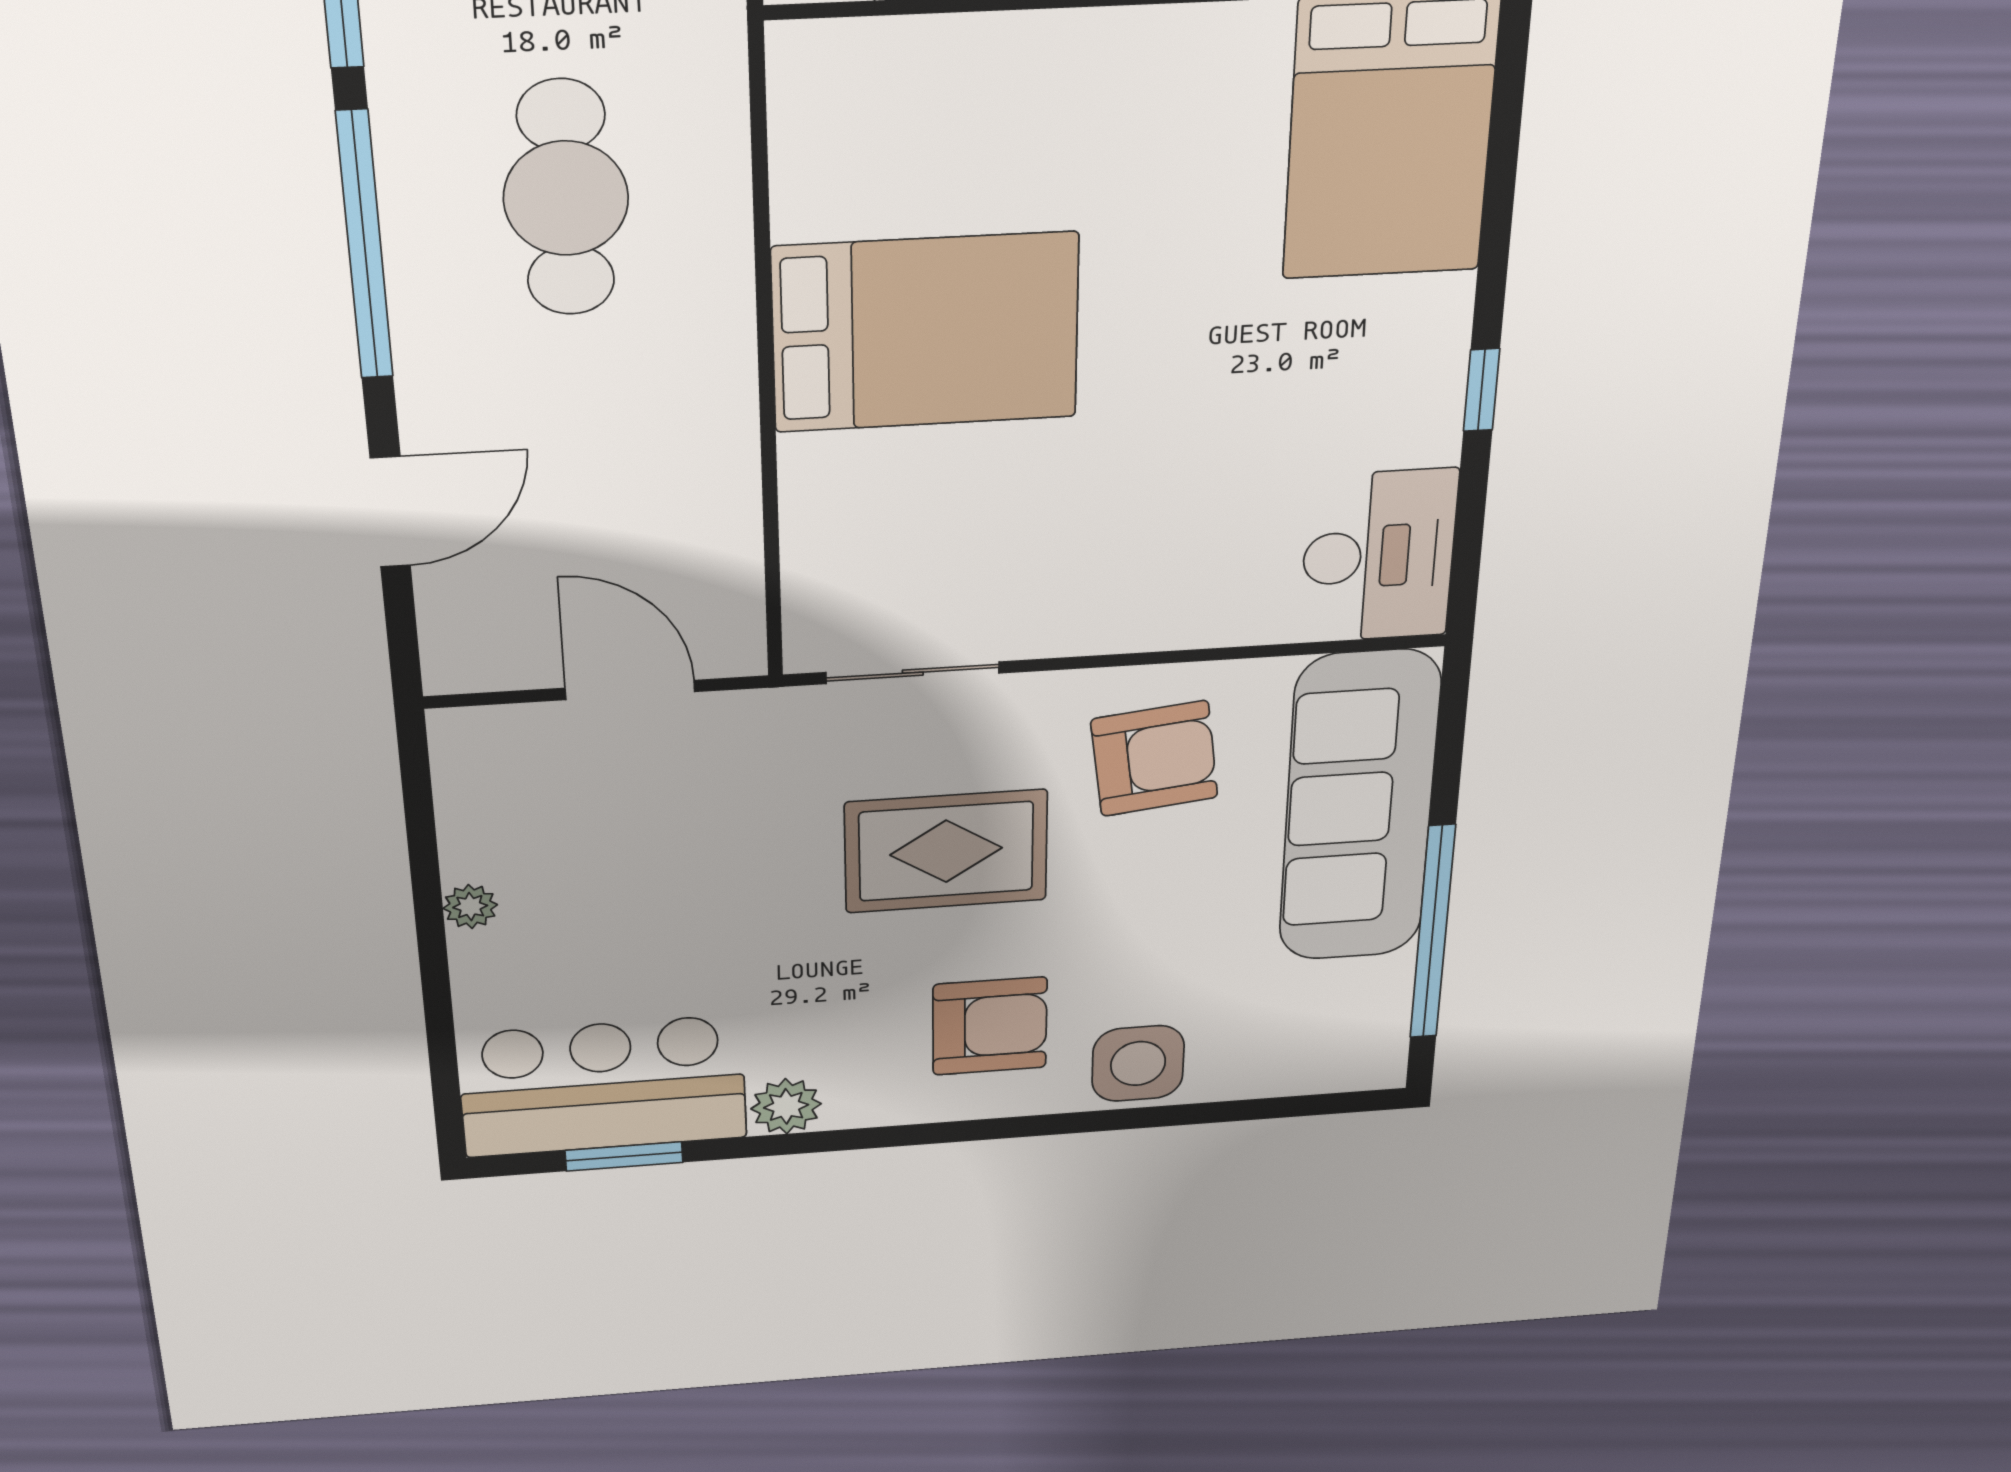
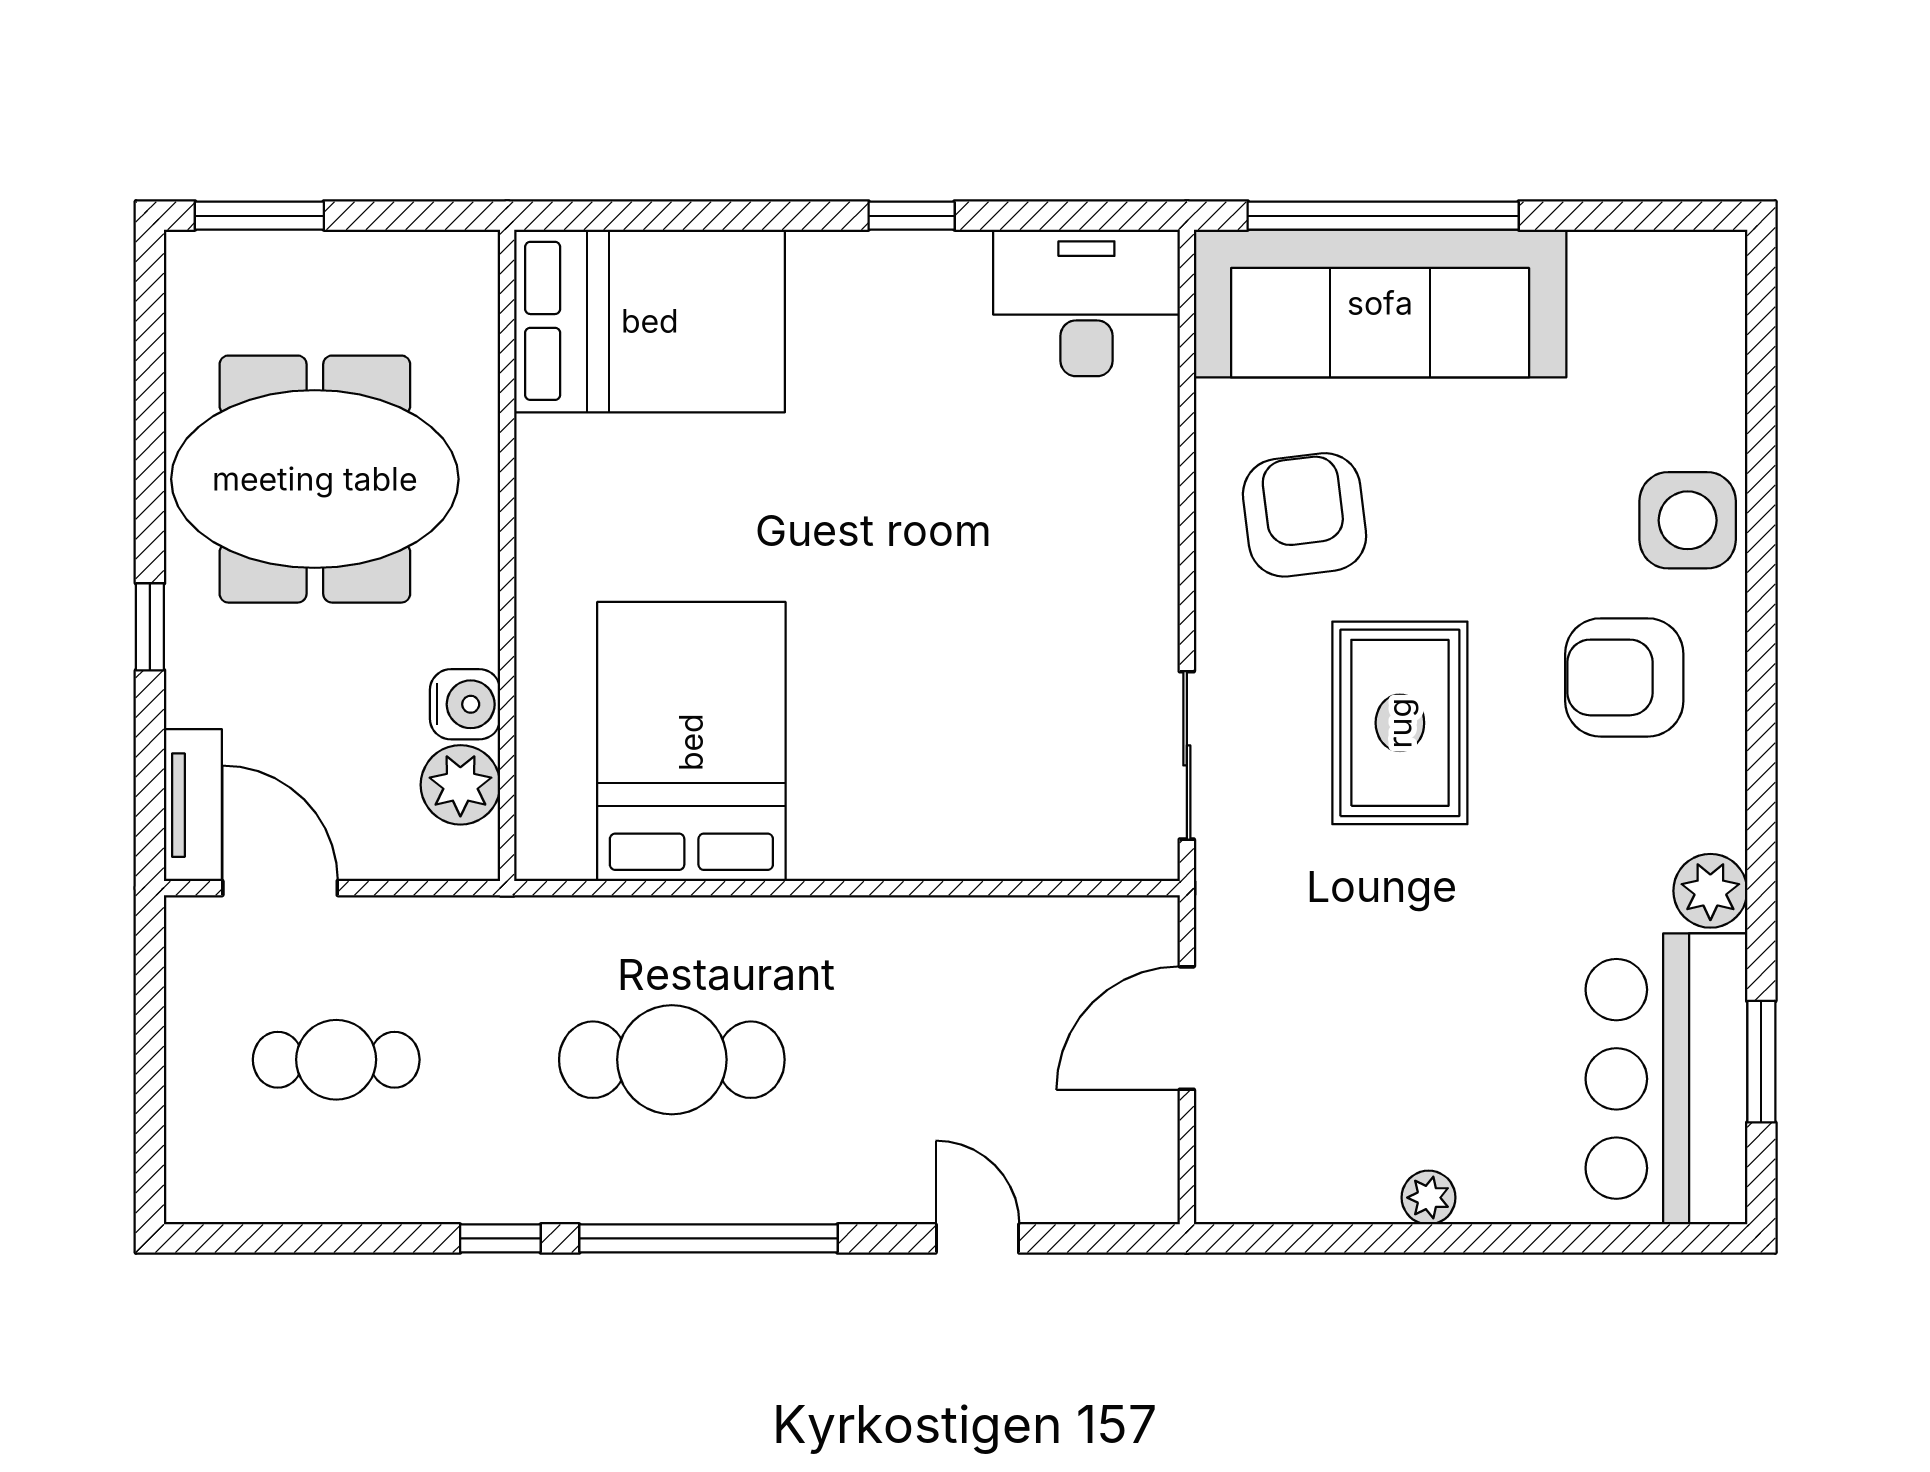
bed: (926, 333) -> (691, 742), moved
door: (390, 512) -> (977, 1238), width x0.73
window: (1433, 933) -> (1383, 216), moved
armchair: (990, 1026) -> (1624, 677), turned -90

